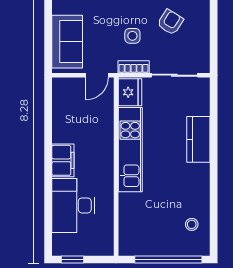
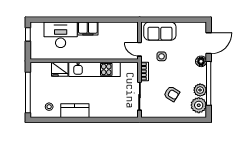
side table: (132, 36) -> (162, 56), moved
fridge: (130, 92) -> (60, 69), moved
kitchen counter: (198, 139) -> (75, 111), moved

